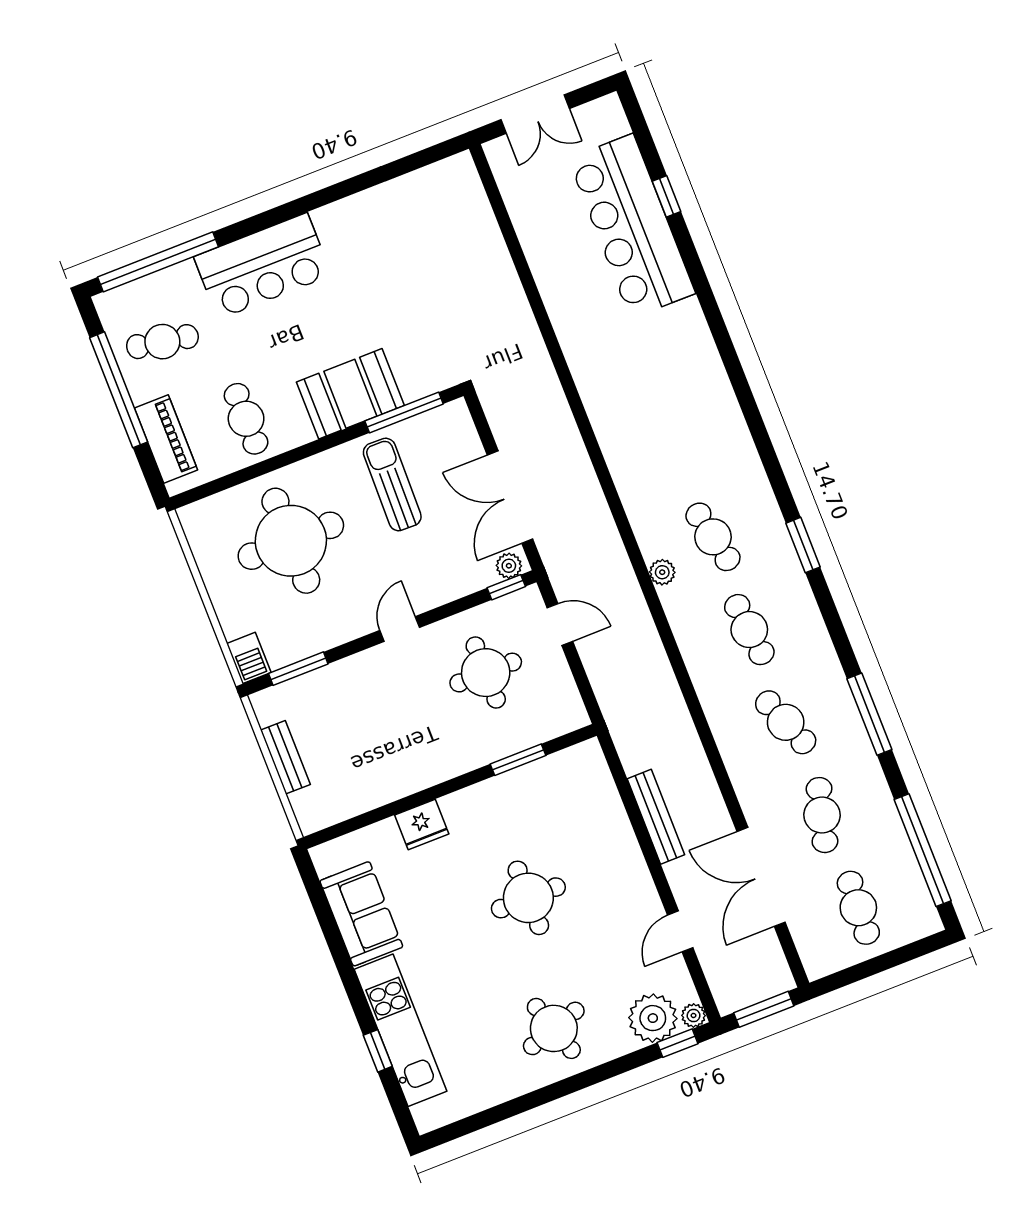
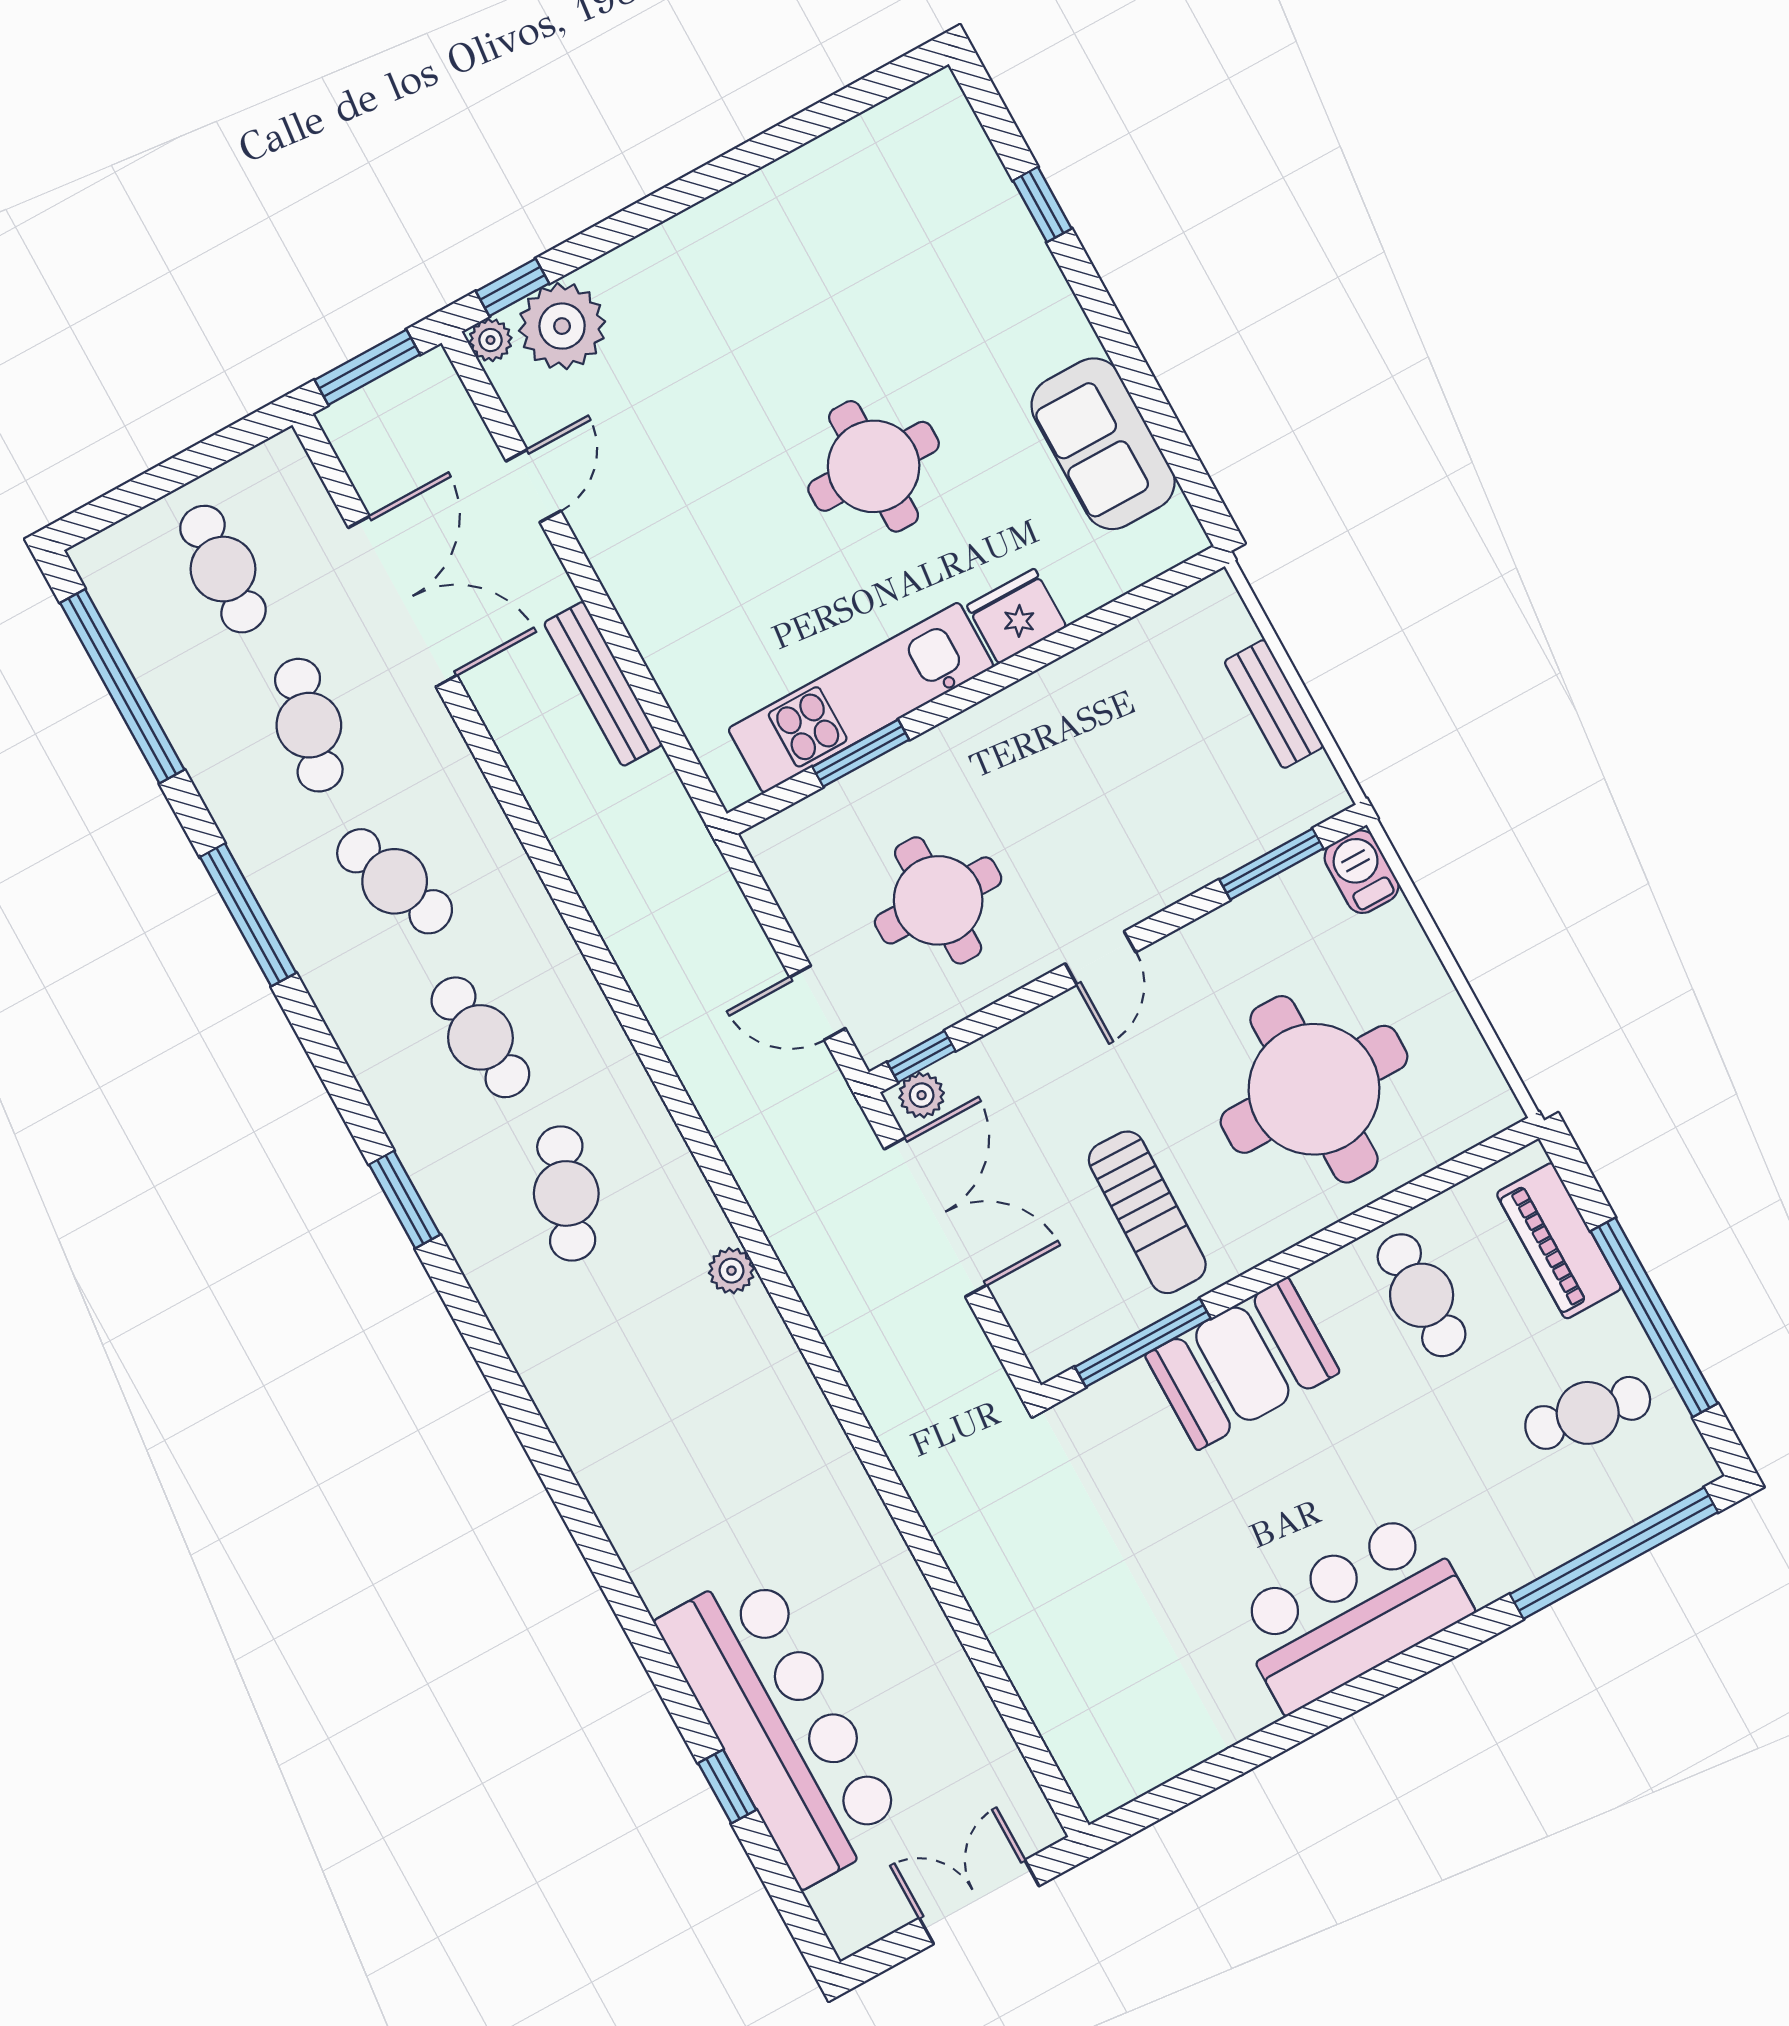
bar counter: (263, 266) -> (1352, 1612), moved
cafe table: (713, 537) -> (566, 1193), turned 33
plant: (662, 572) -> (731, 1271), moved
round table: (528, 898) -> (874, 466), moved
round table: (554, 1028) -> (735, 285), removed
kitchen unit: (401, 1030) -> (861, 698), moved, turned 90

